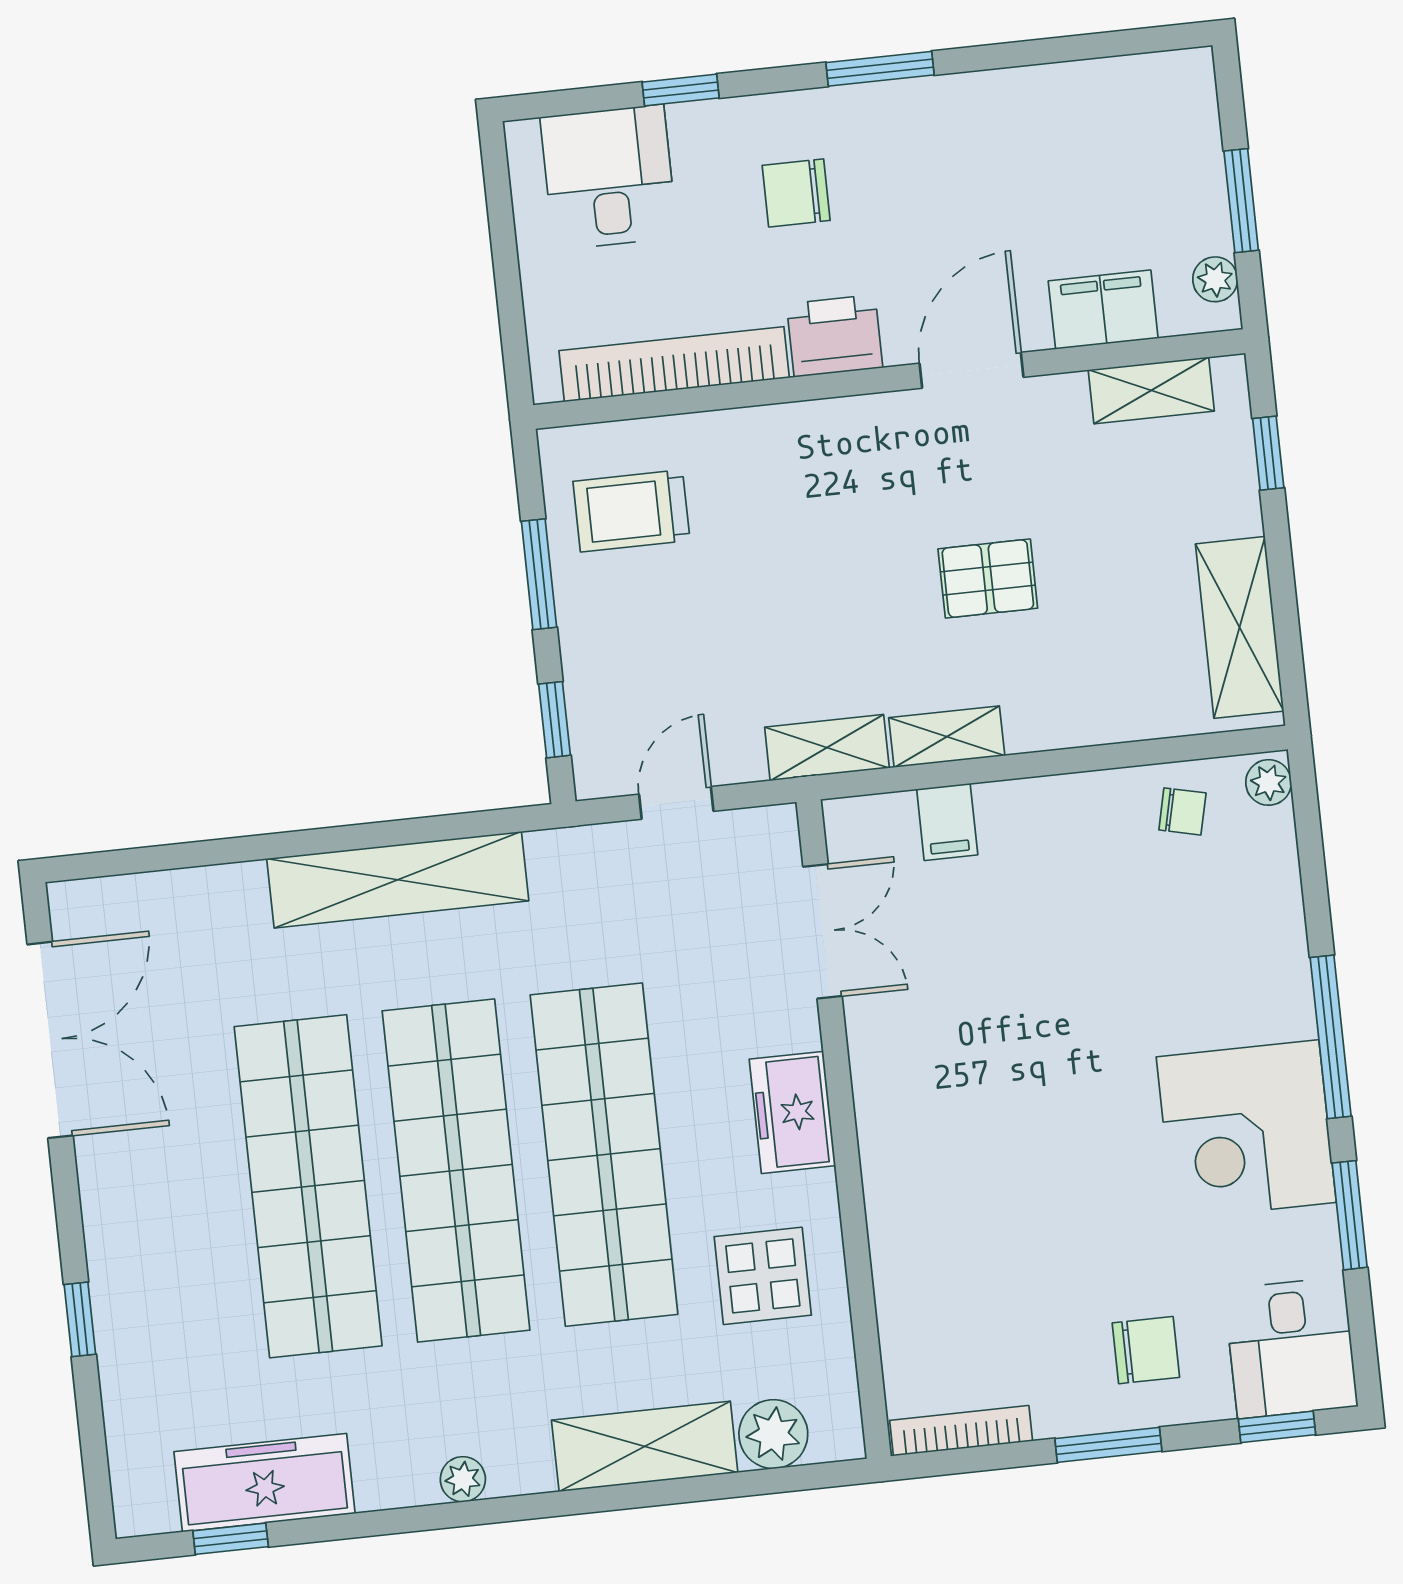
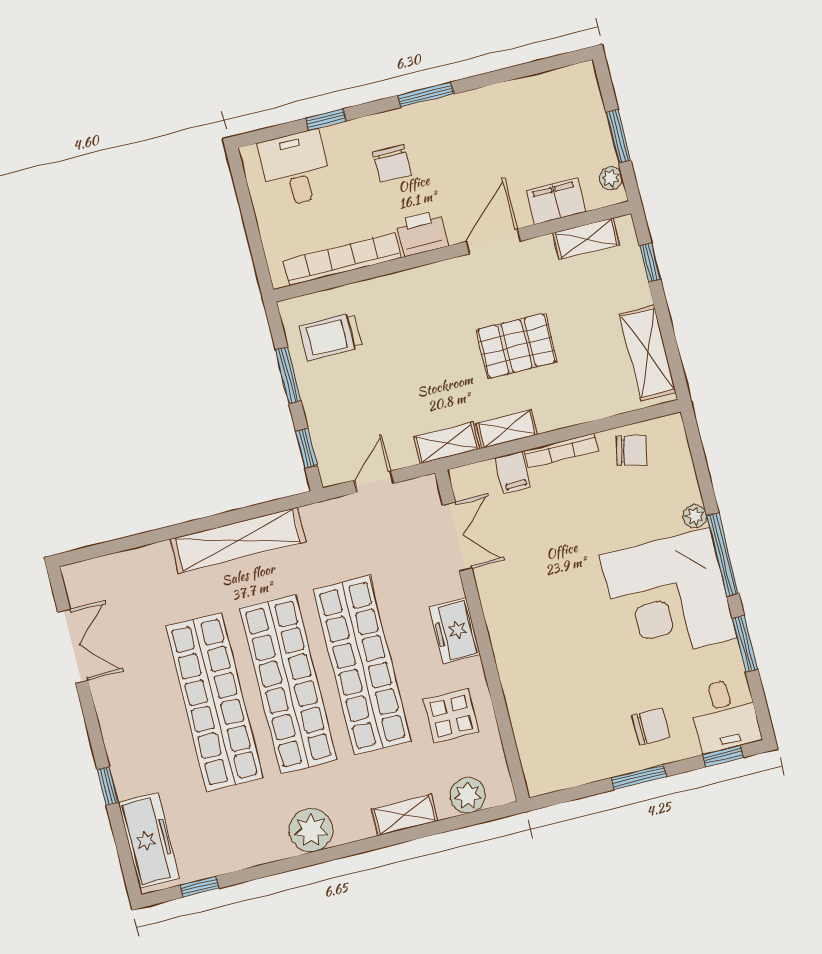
chair: (796, 193) -> (392, 164), turned -90
pallet: (988, 579) -> (516, 346), width x1.50, depth x1.42
plant: (1269, 782) -> (695, 516), moved
chair: (1182, 811) -> (632, 450), width x1.37, depth x1.37
double door: (50, 1040) -> (73, 646), width x0.73
corner desk: (1246, 1130) -> (668, 596), width x1.36, depth x1.36
bookcase: (961, 1431) -> (561, 451), moved, turned 180
shelving: (645, 1446) -> (405, 815), width x0.67, depth x0.75
plant: (463, 1479) -> (311, 830), width x1.87, depth x1.87
freezer: (264, 1483) -> (149, 840), moved, turned 90

